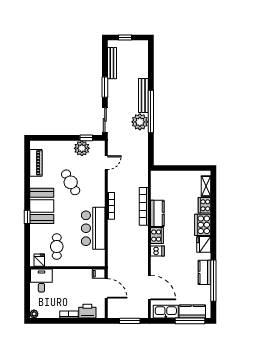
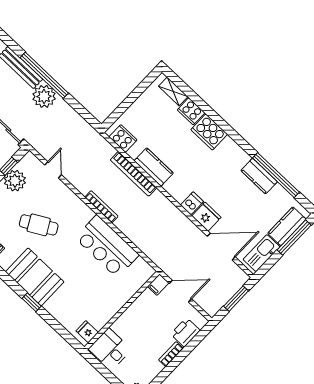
cooker: (157, 236) -> (123, 138), moved
fridge: (204, 244) -> (206, 217), moved, turned 180
cafe table: (57, 247) -> (90, 301), removed

